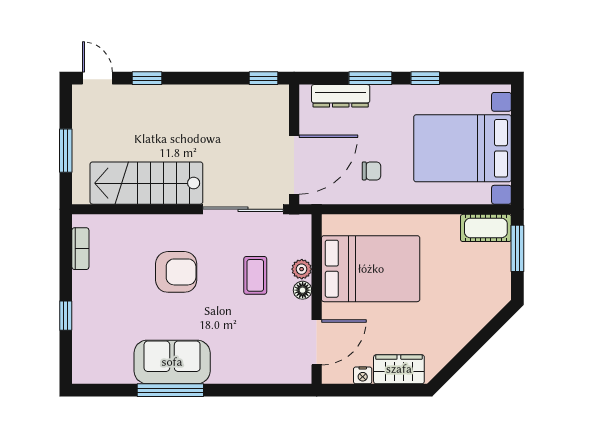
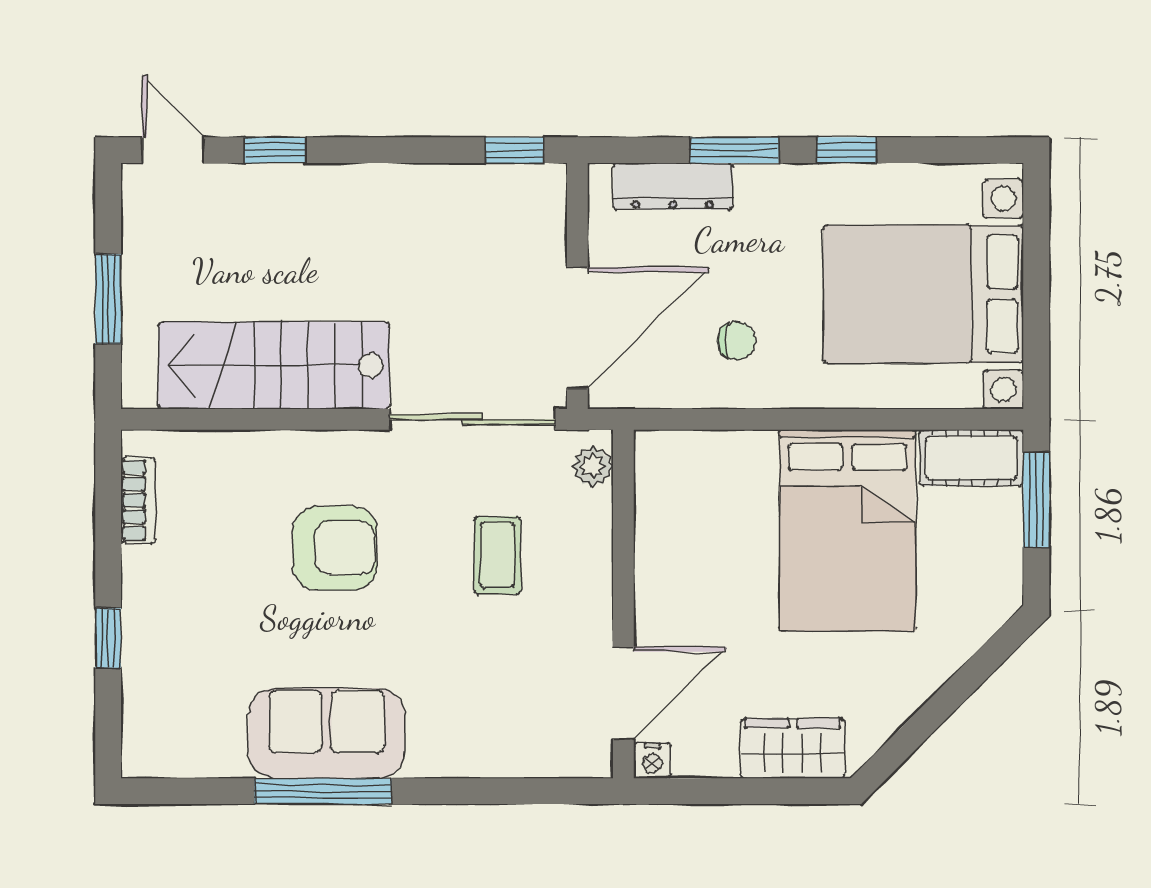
plant: (302, 269) -> (593, 466), moved
bed: (371, 269) -> (847, 530), moved, turned 90
floor lamp: (303, 290) -> (595, 586), removed
nightstand: (363, 375) -> (652, 761), moved

